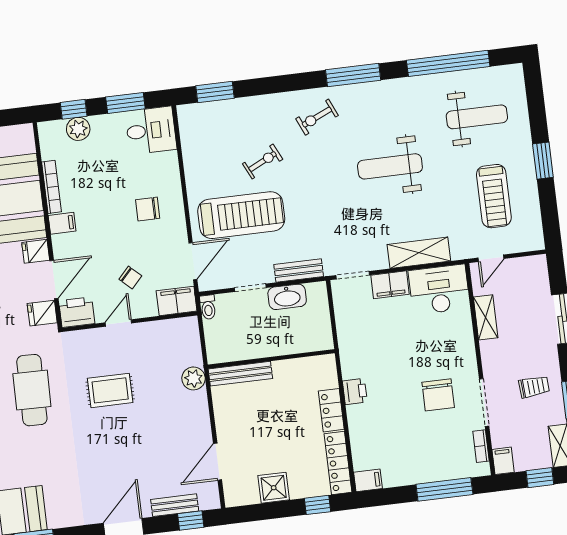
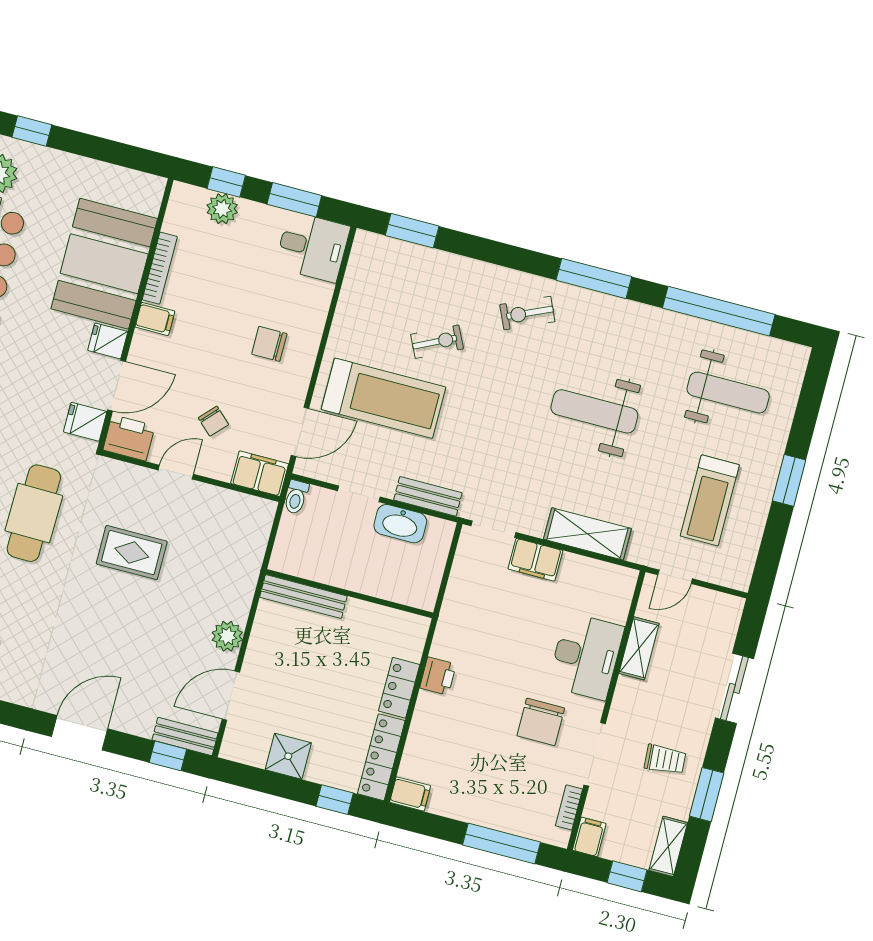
desk: (439, 289) -> (586, 656), moved, turned 90
plant: (194, 378) -> (227, 636), moved
bench: (175, 505) -> (185, 736), moved

